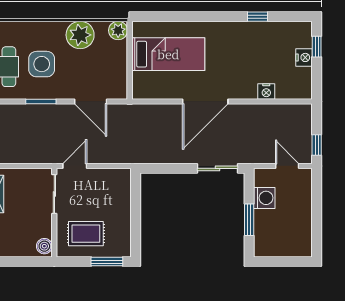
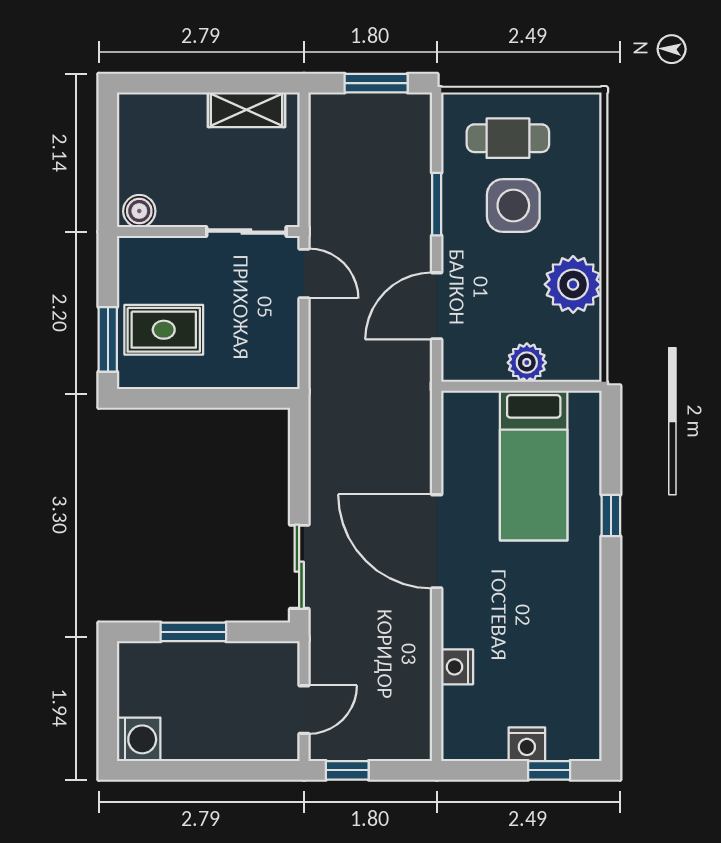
window: (257, 17) -> (611, 516), moved
plant: (118, 30) -> (527, 363), moved
washing machine: (264, 198) -> (139, 739), moved, turned -90
rug: (86, 234) -> (164, 330), moved, turned 90

